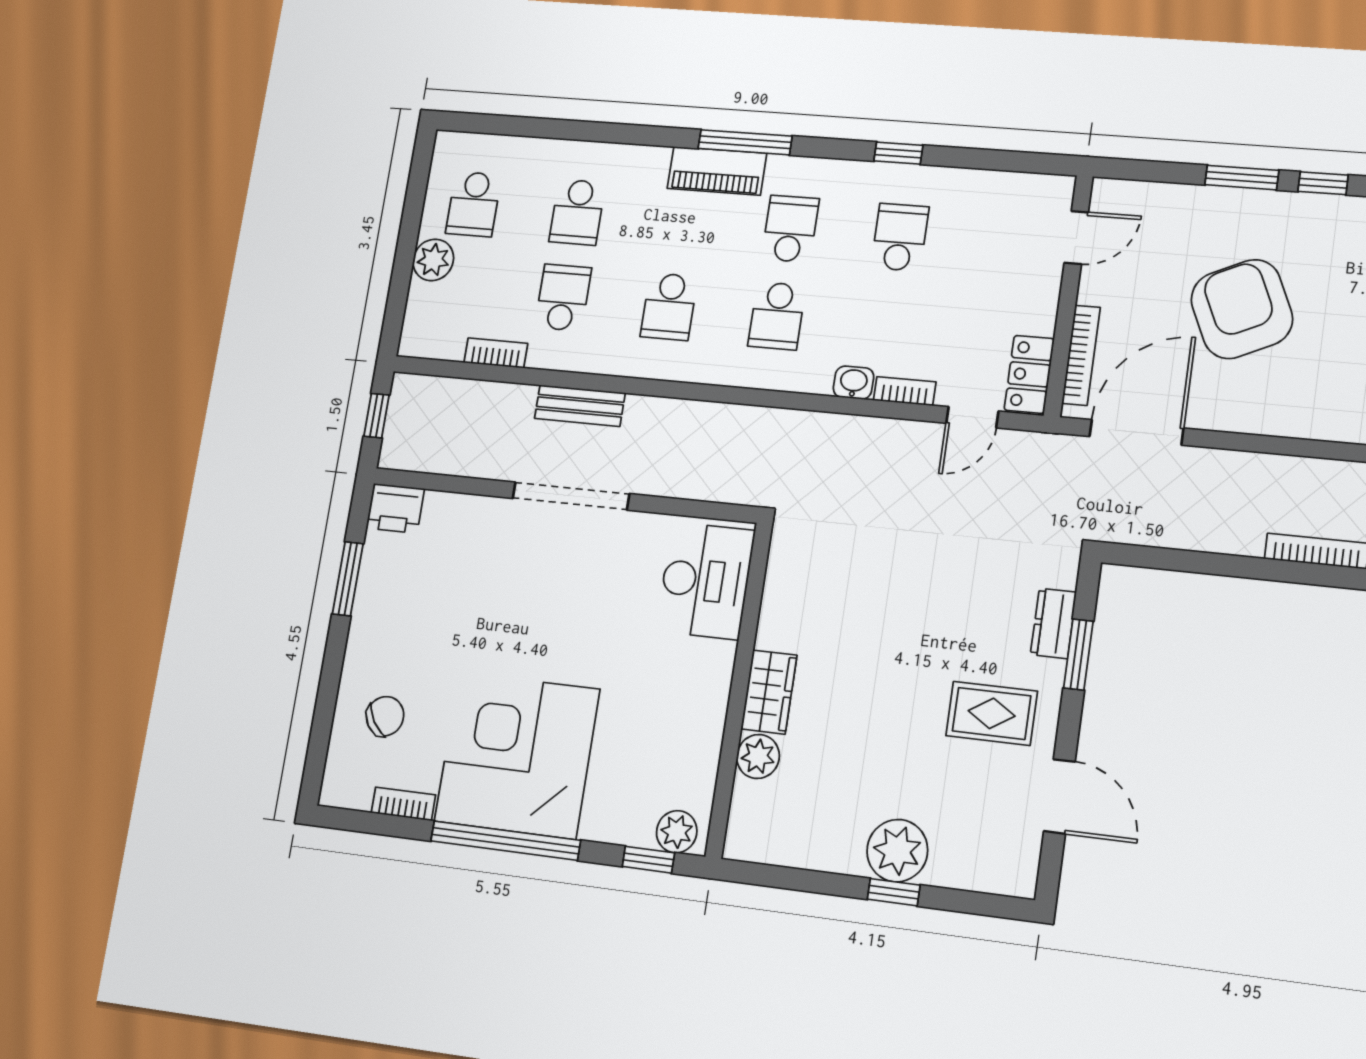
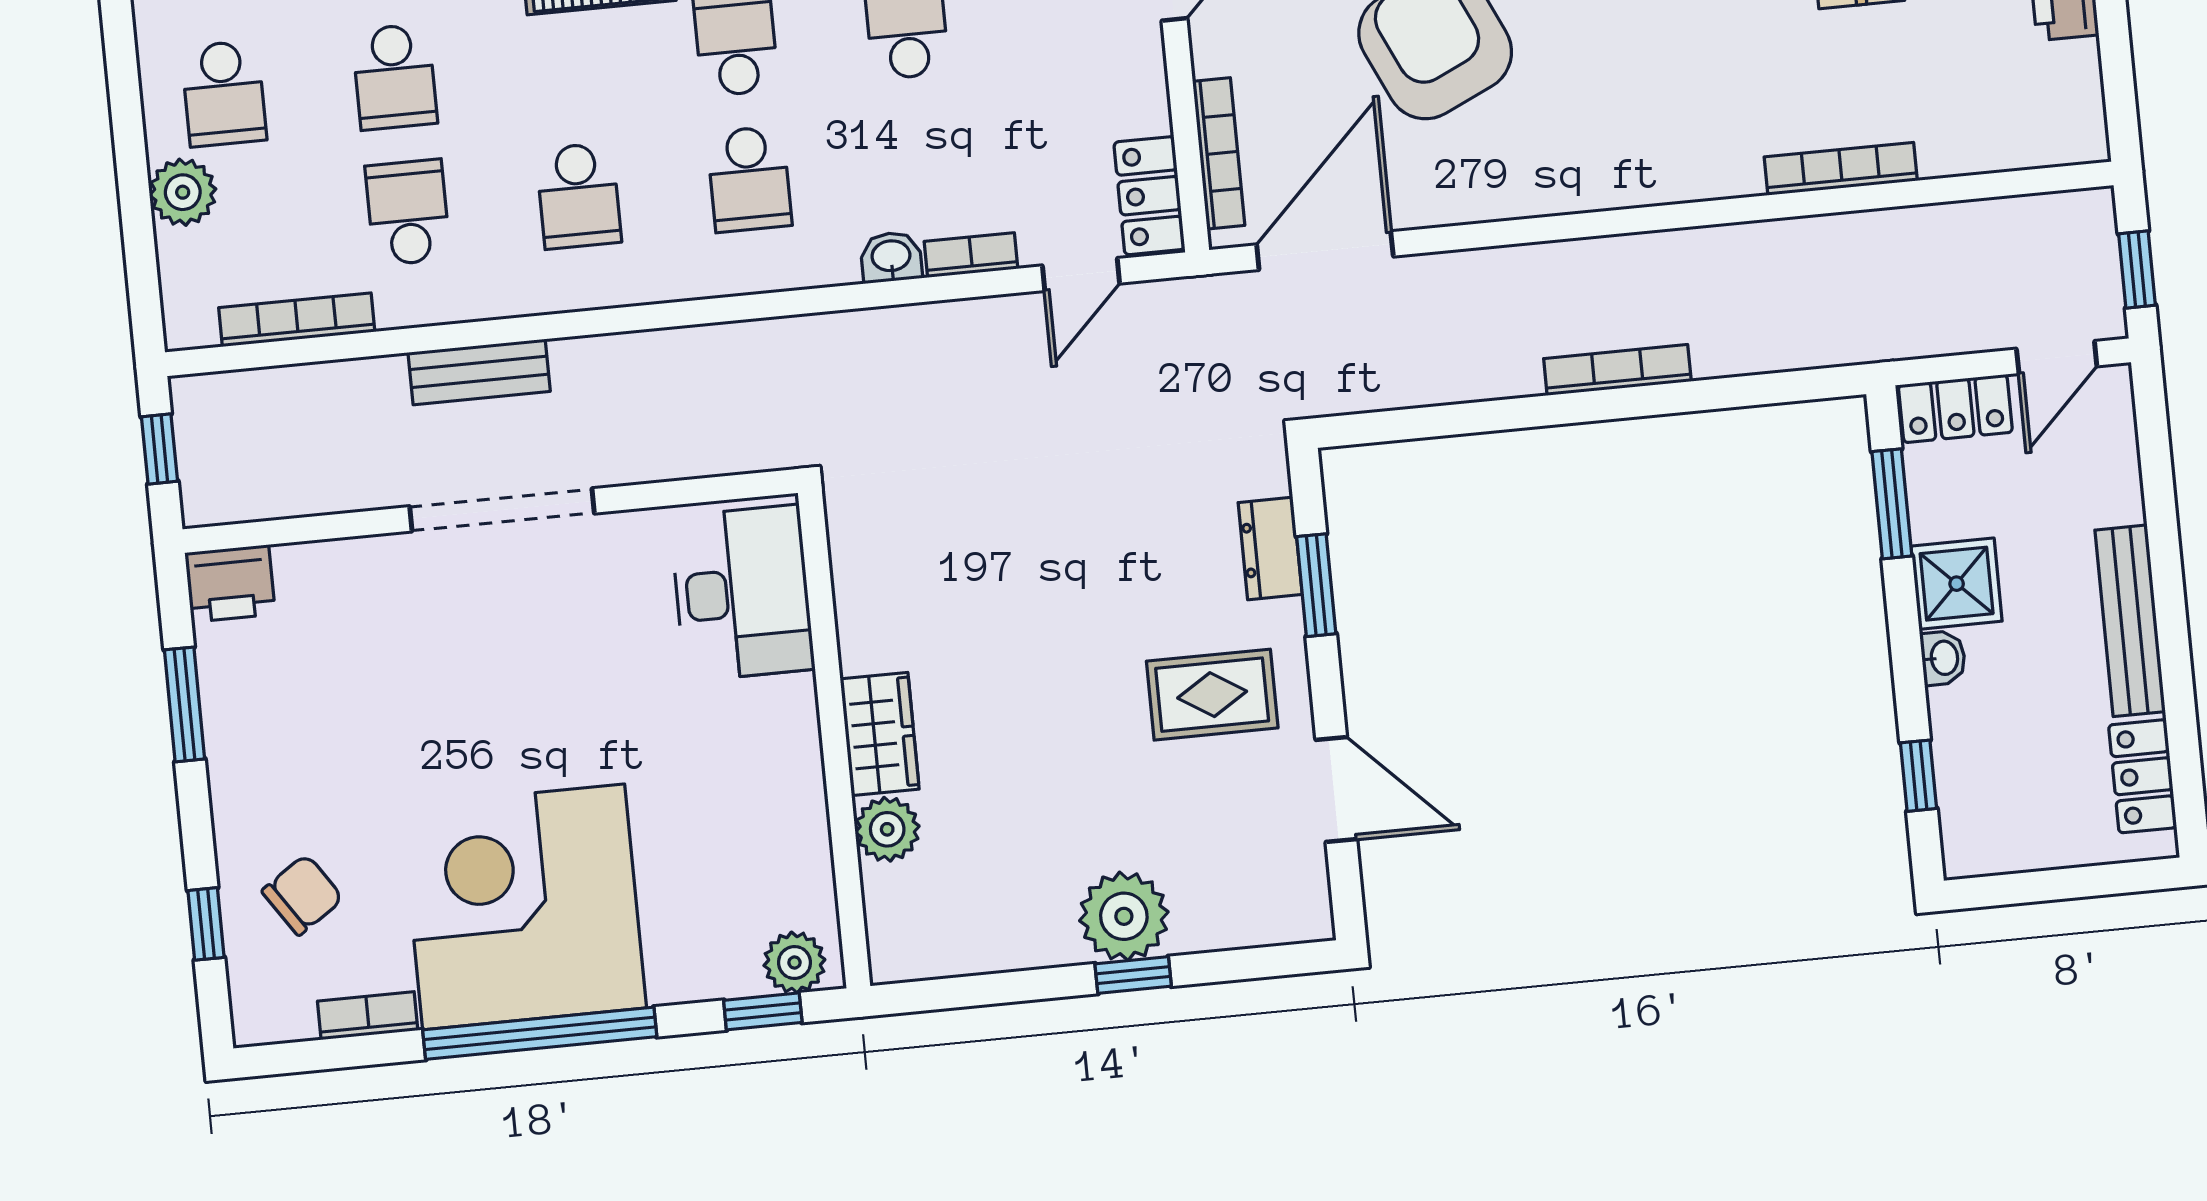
bookcase: (496, 353) -> (297, 320), width x1.56
window: (323, 722) -> (206, 924), added

